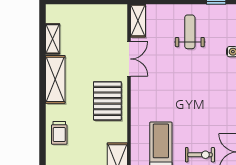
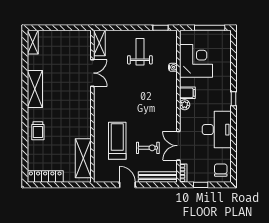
shelving: (53, 39) -> (33, 42), moved
pallet: (107, 101) -> (76, 106), removed

